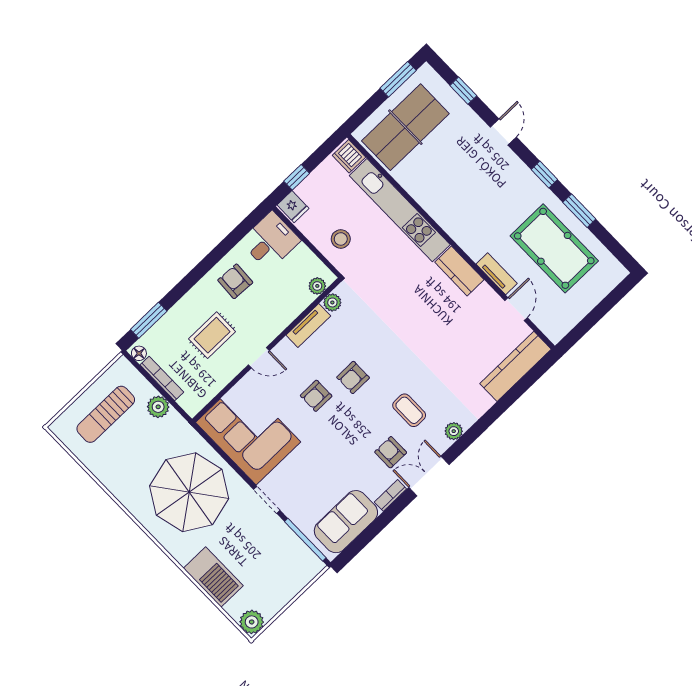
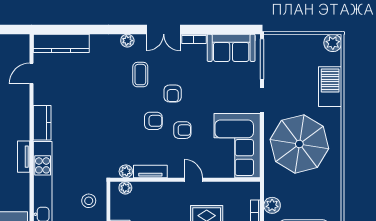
tv unit: (497, 274) -> (24, 157), moved
armchair: (391, 452) -> (173, 93), moved

